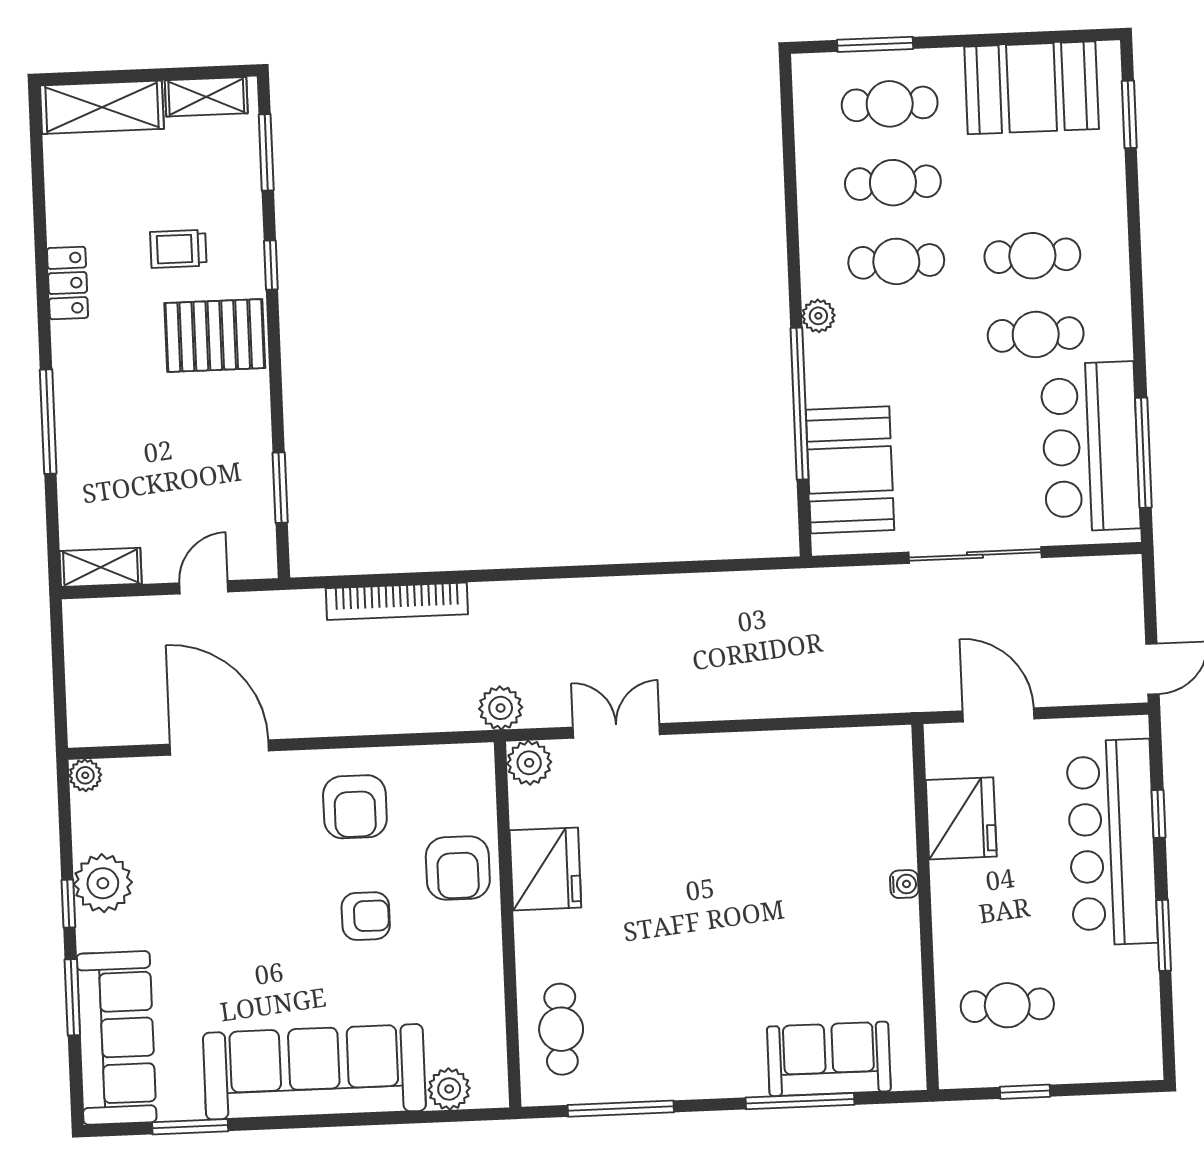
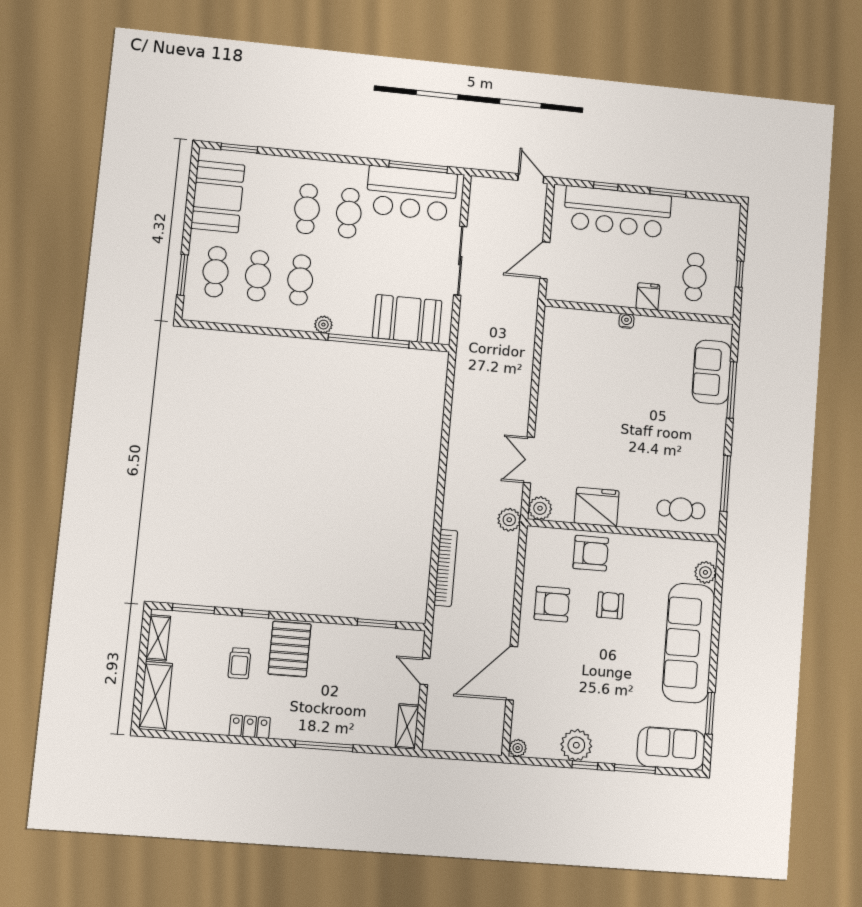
fridge: (961, 818) -> (648, 296), moved, width x0.53, depth x0.75
sofa: (117, 1038) -> (671, 748), width x0.73

